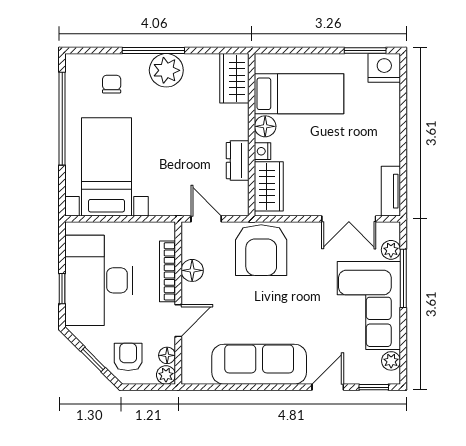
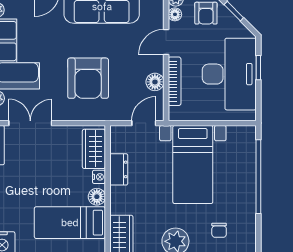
window: (62, 119) -> (258, 177), moved
bed with nightstands: (106, 167) -> (193, 164), moved
door: (206, 219) -> (144, 123), swing flipped
armchair: (261, 250) -> (88, 78), moved, turned 180

